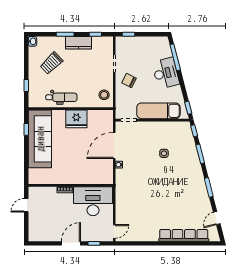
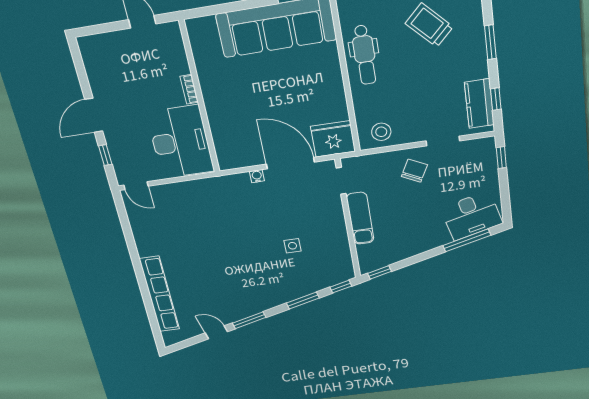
kitchen counter: (79, 43) -> (479, 104), moved
desk: (166, 73) -> (472, 216), moved
exam couch: (158, 111) -> (360, 218), width x0.73, depth x0.69
fridge: (76, 119) -> (333, 139), moved, turned 90
door: (217, 218) -> (216, 332), moved
door: (71, 243) -> (94, 115), swing flipped

